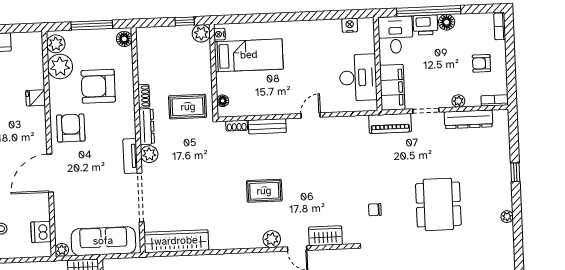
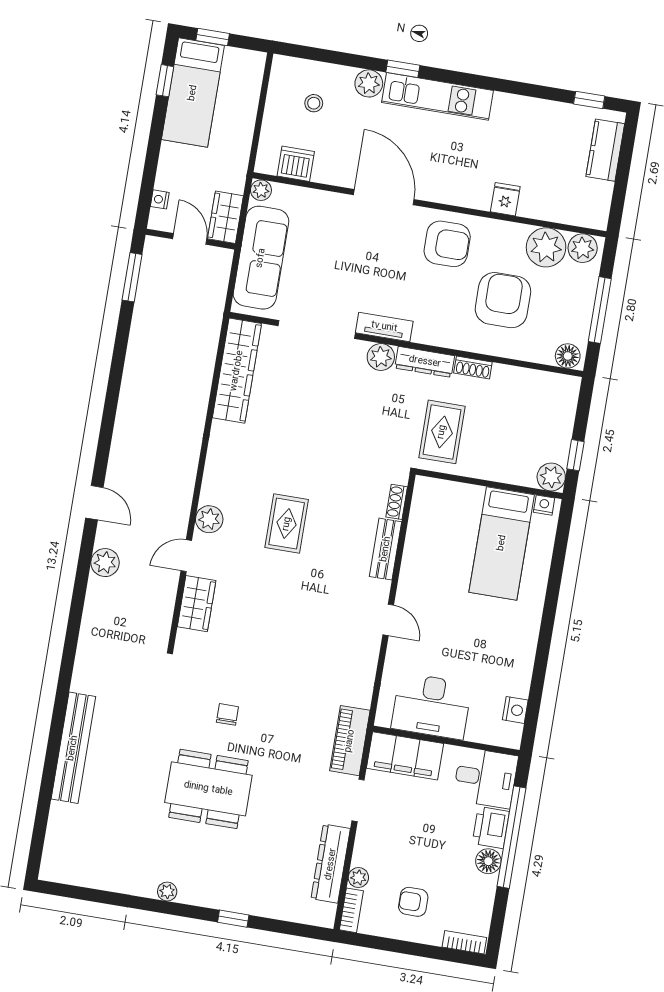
armchair: (481, 63) -> (413, 902), turned -90
floor lamp: (223, 101) -> (440, 488), removed
plant: (458, 101) -> (358, 878), moved
chair: (375, 210) -> (227, 714), moved

